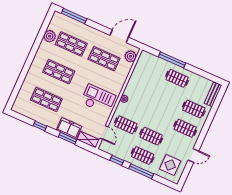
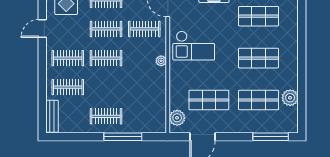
clothes rail: (160, 117) -> (106, 58), added

